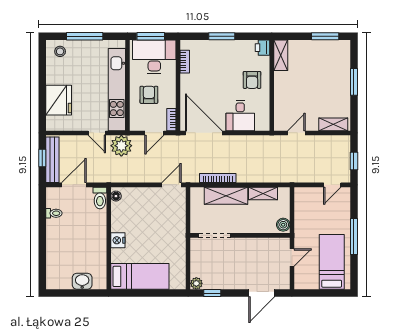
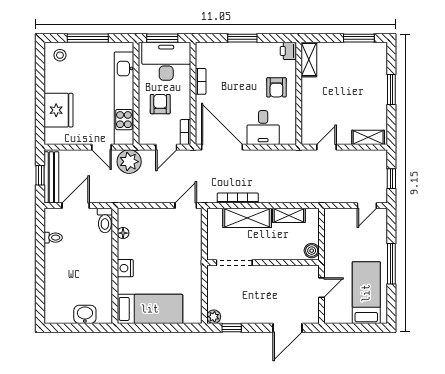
bookcase: (185, 62) -> (201, 81), moved
floor lamp: (116, 196) -> (123, 233), moved

